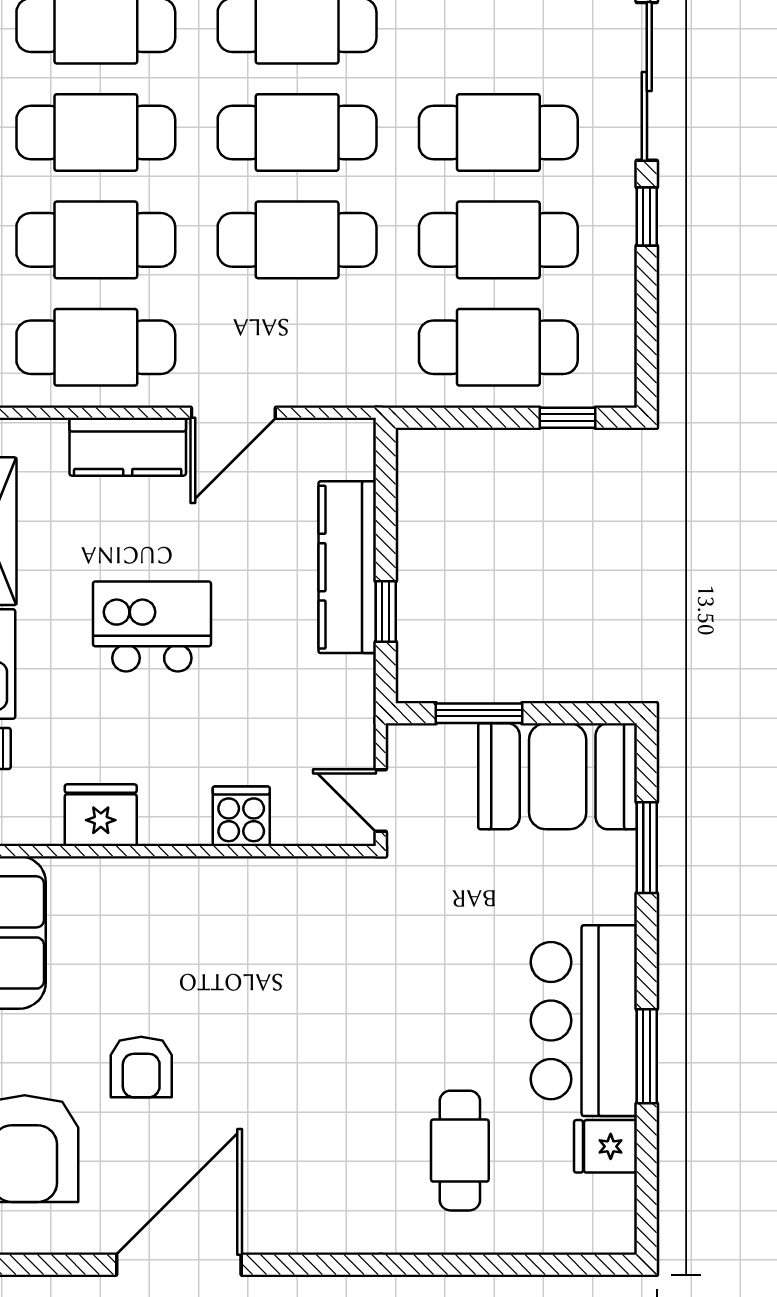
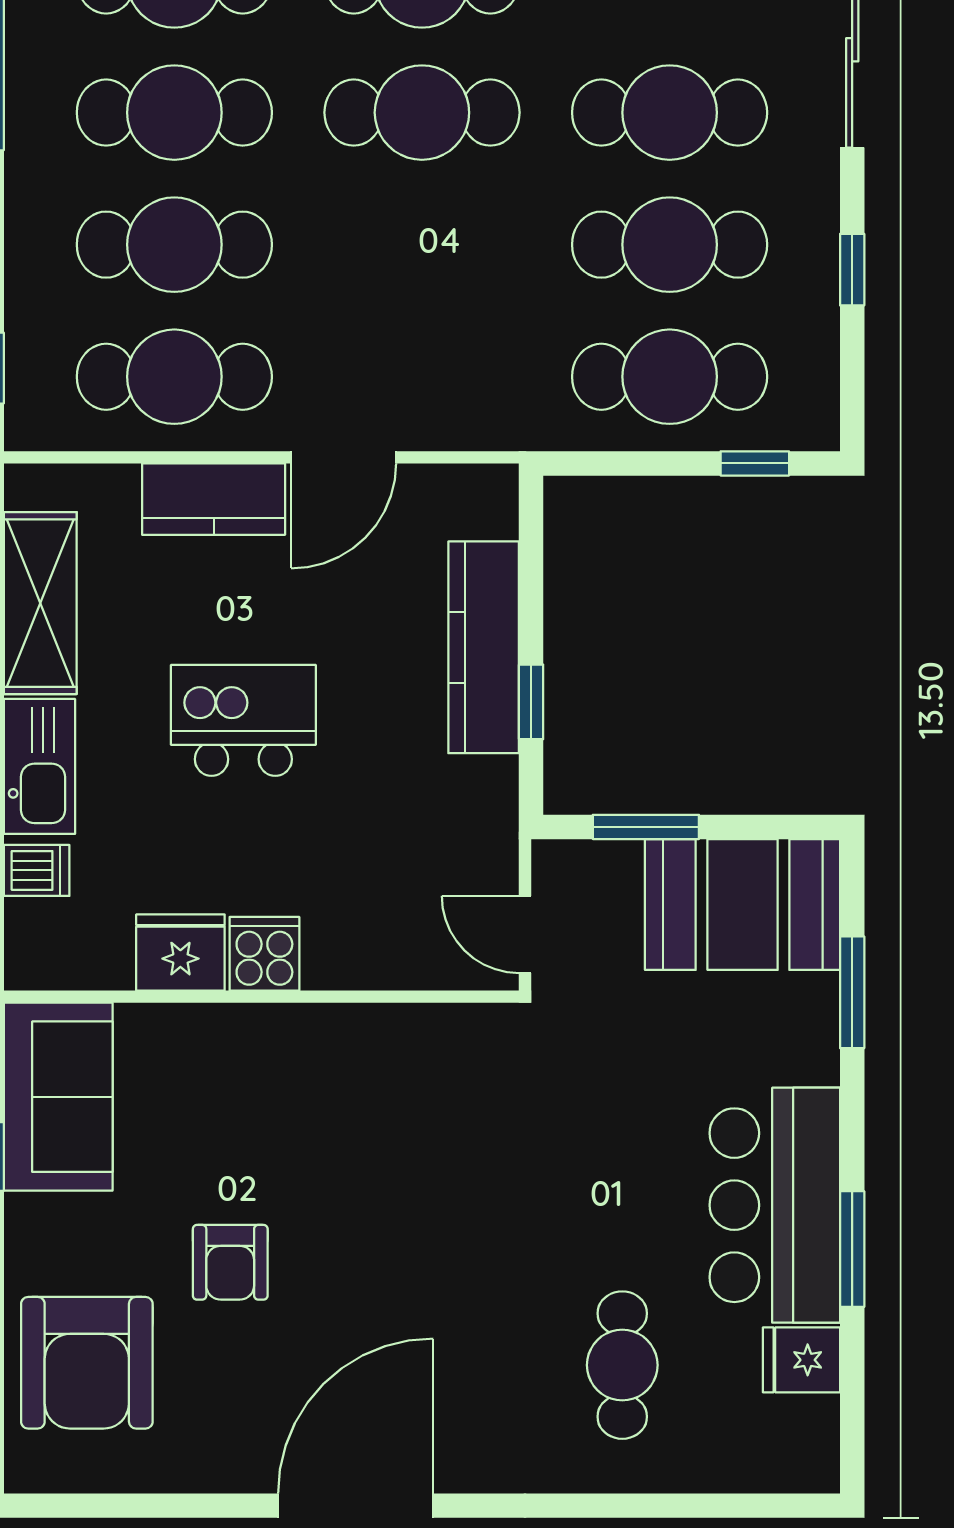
window: (647, 216) -> (852, 270), moved
cafe table: (297, 240) -> (422, 245), removed
cooker: (241, 816) -> (264, 954), moved
door: (179, 1265) -> (356, 1506), moved

